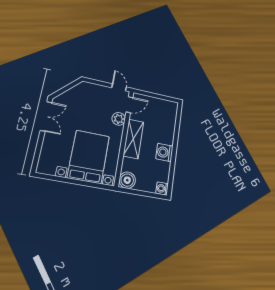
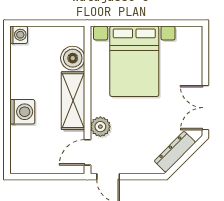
dresser: (73, 93) -> (175, 152), added
washing machine: (164, 152) -> (22, 112), moved
boiler: (127, 180) -> (73, 58), moved

